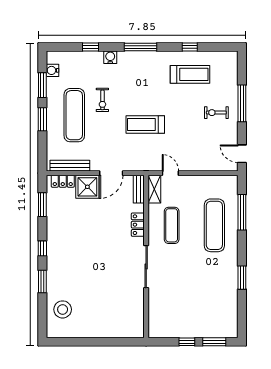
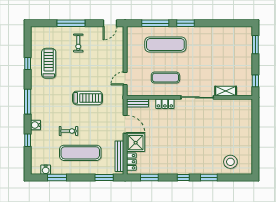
window: (42, 119) -> (104, 177), moved
treadmill: (145, 125) -> (87, 98), turned -90
shelving: (154, 189) -> (226, 91), moved
window: (242, 278) -> (185, 23), moved
window: (187, 342) -> (255, 81), moved

